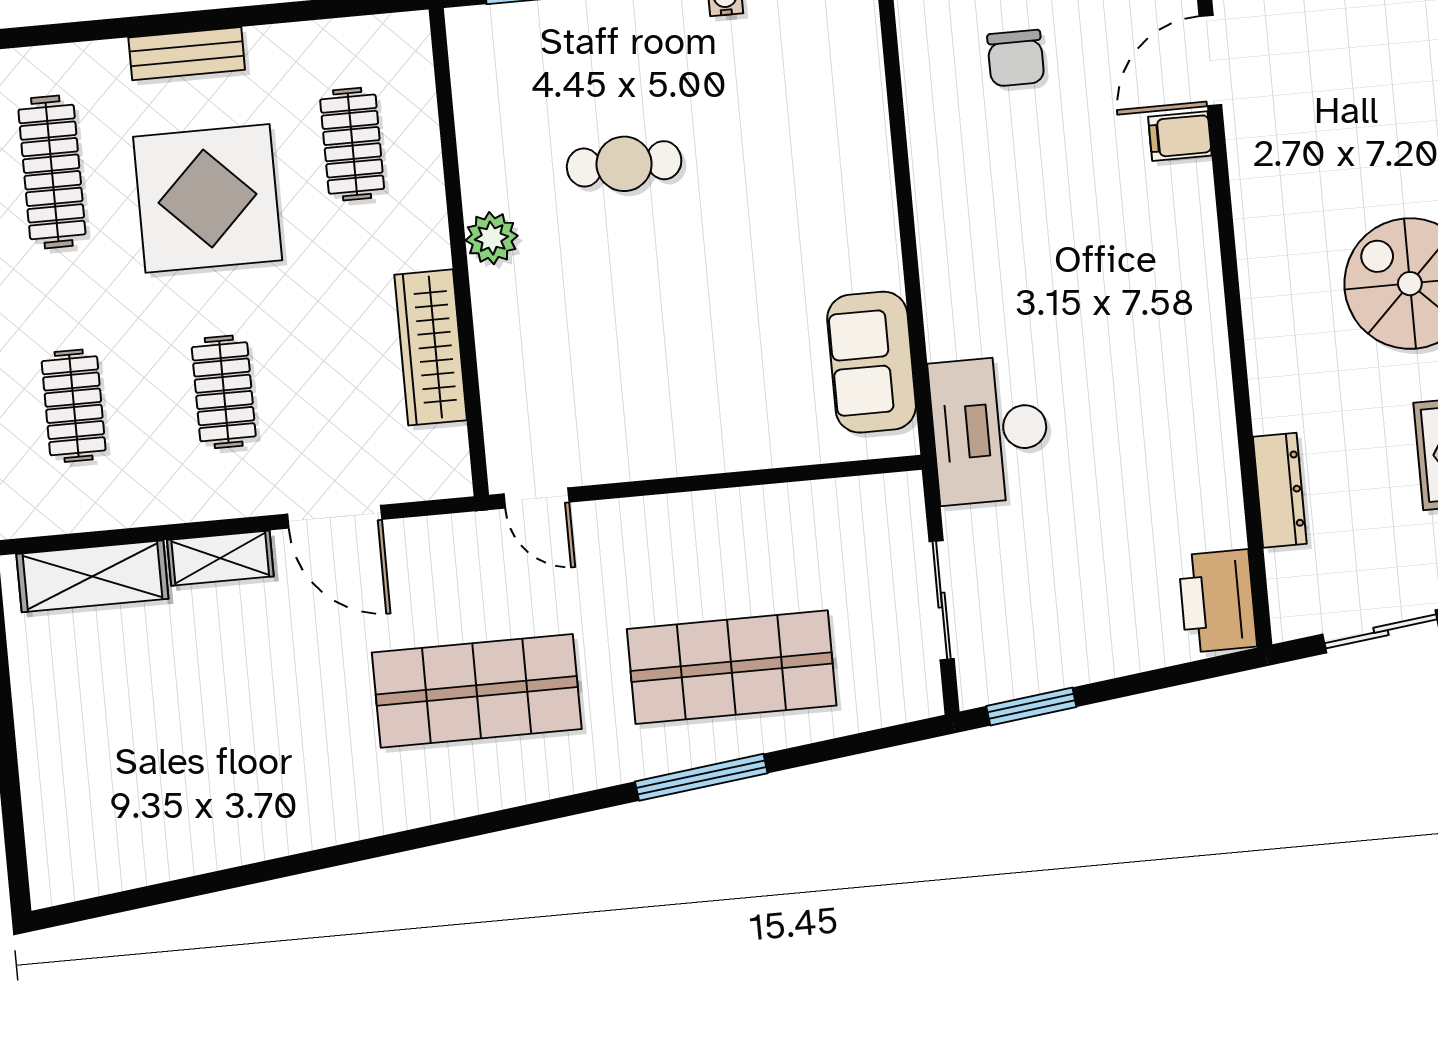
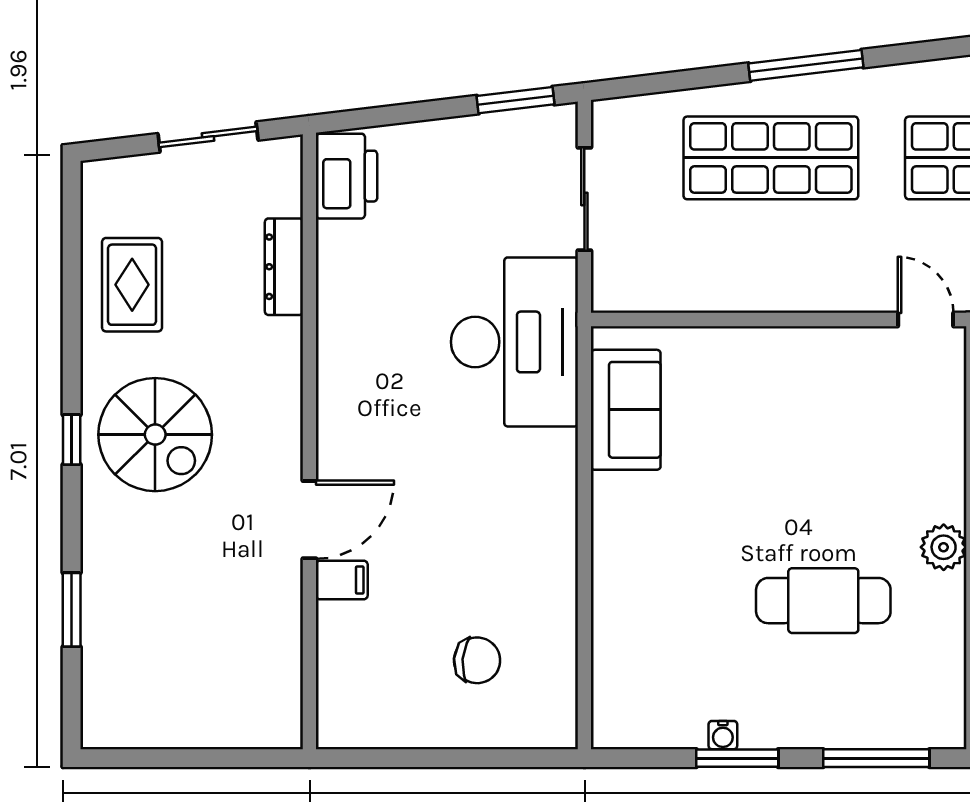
chair: (1016, 58) -> (477, 660), turned 95
door: (1210, 61) -> (309, 520), moved
cafe table: (624, 164) -> (823, 601), width x1.37, depth x1.35
desk: (990, 430) -> (514, 342), width x1.36, depth x1.30

